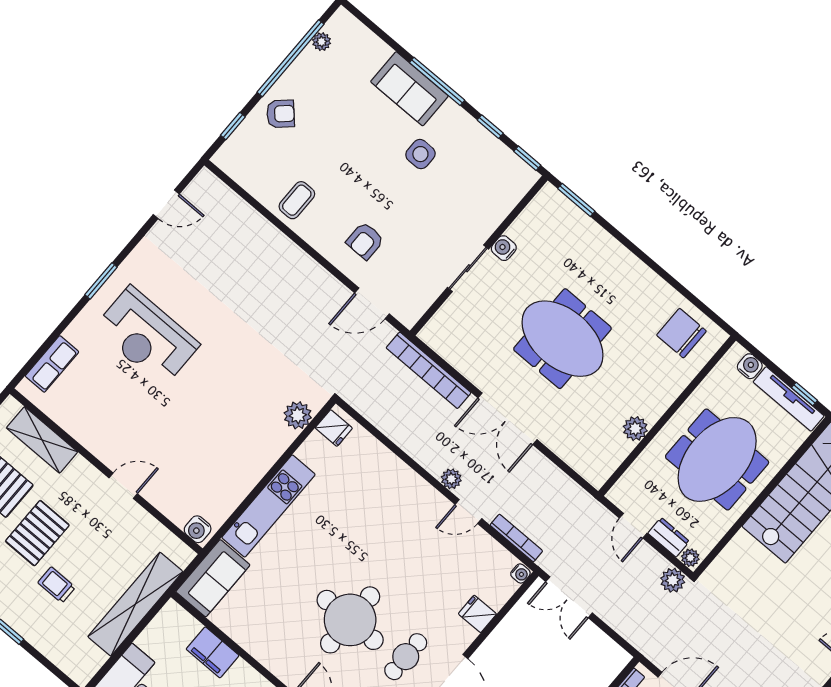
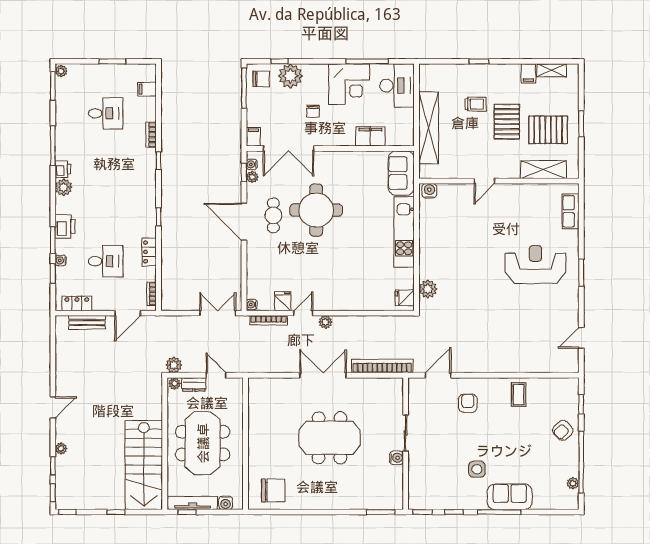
plant: (635, 429) -> (256, 424), removed
fridge: (477, 614) -> (283, 301), moved, turned -90

